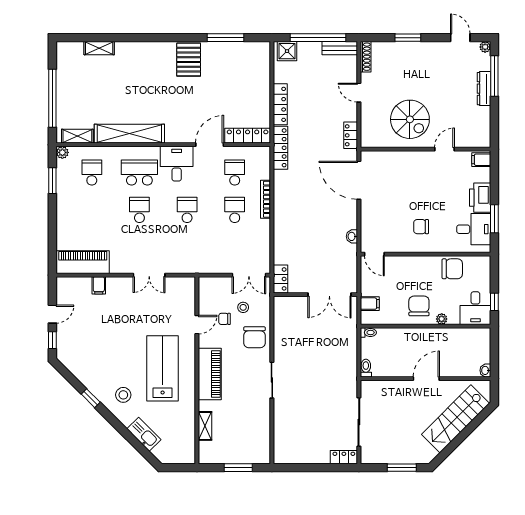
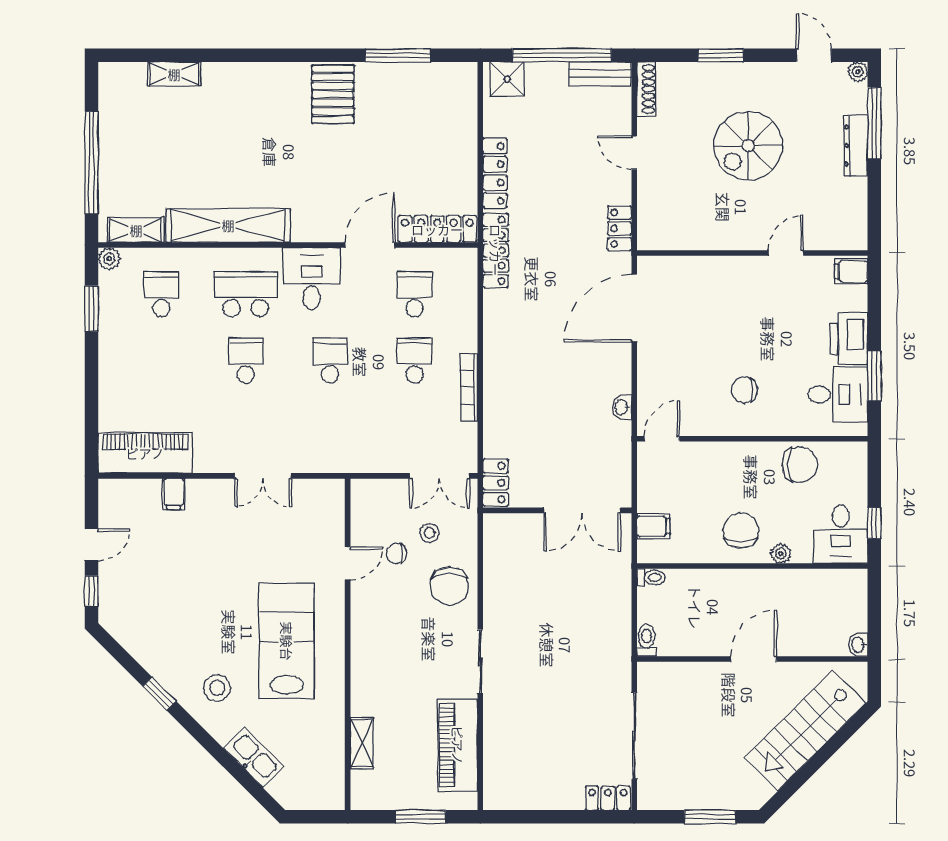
spiral stairs: (410, 119) -> (748, 146), moved, turned 90
door: (359, 180) -> (634, 308), hinge flipped
bookcase: (265, 199) -> (469, 387), moved
door: (374, 254) -> (662, 439), swing flipped
piano: (210, 374) -> (458, 745), moved, turned 180

